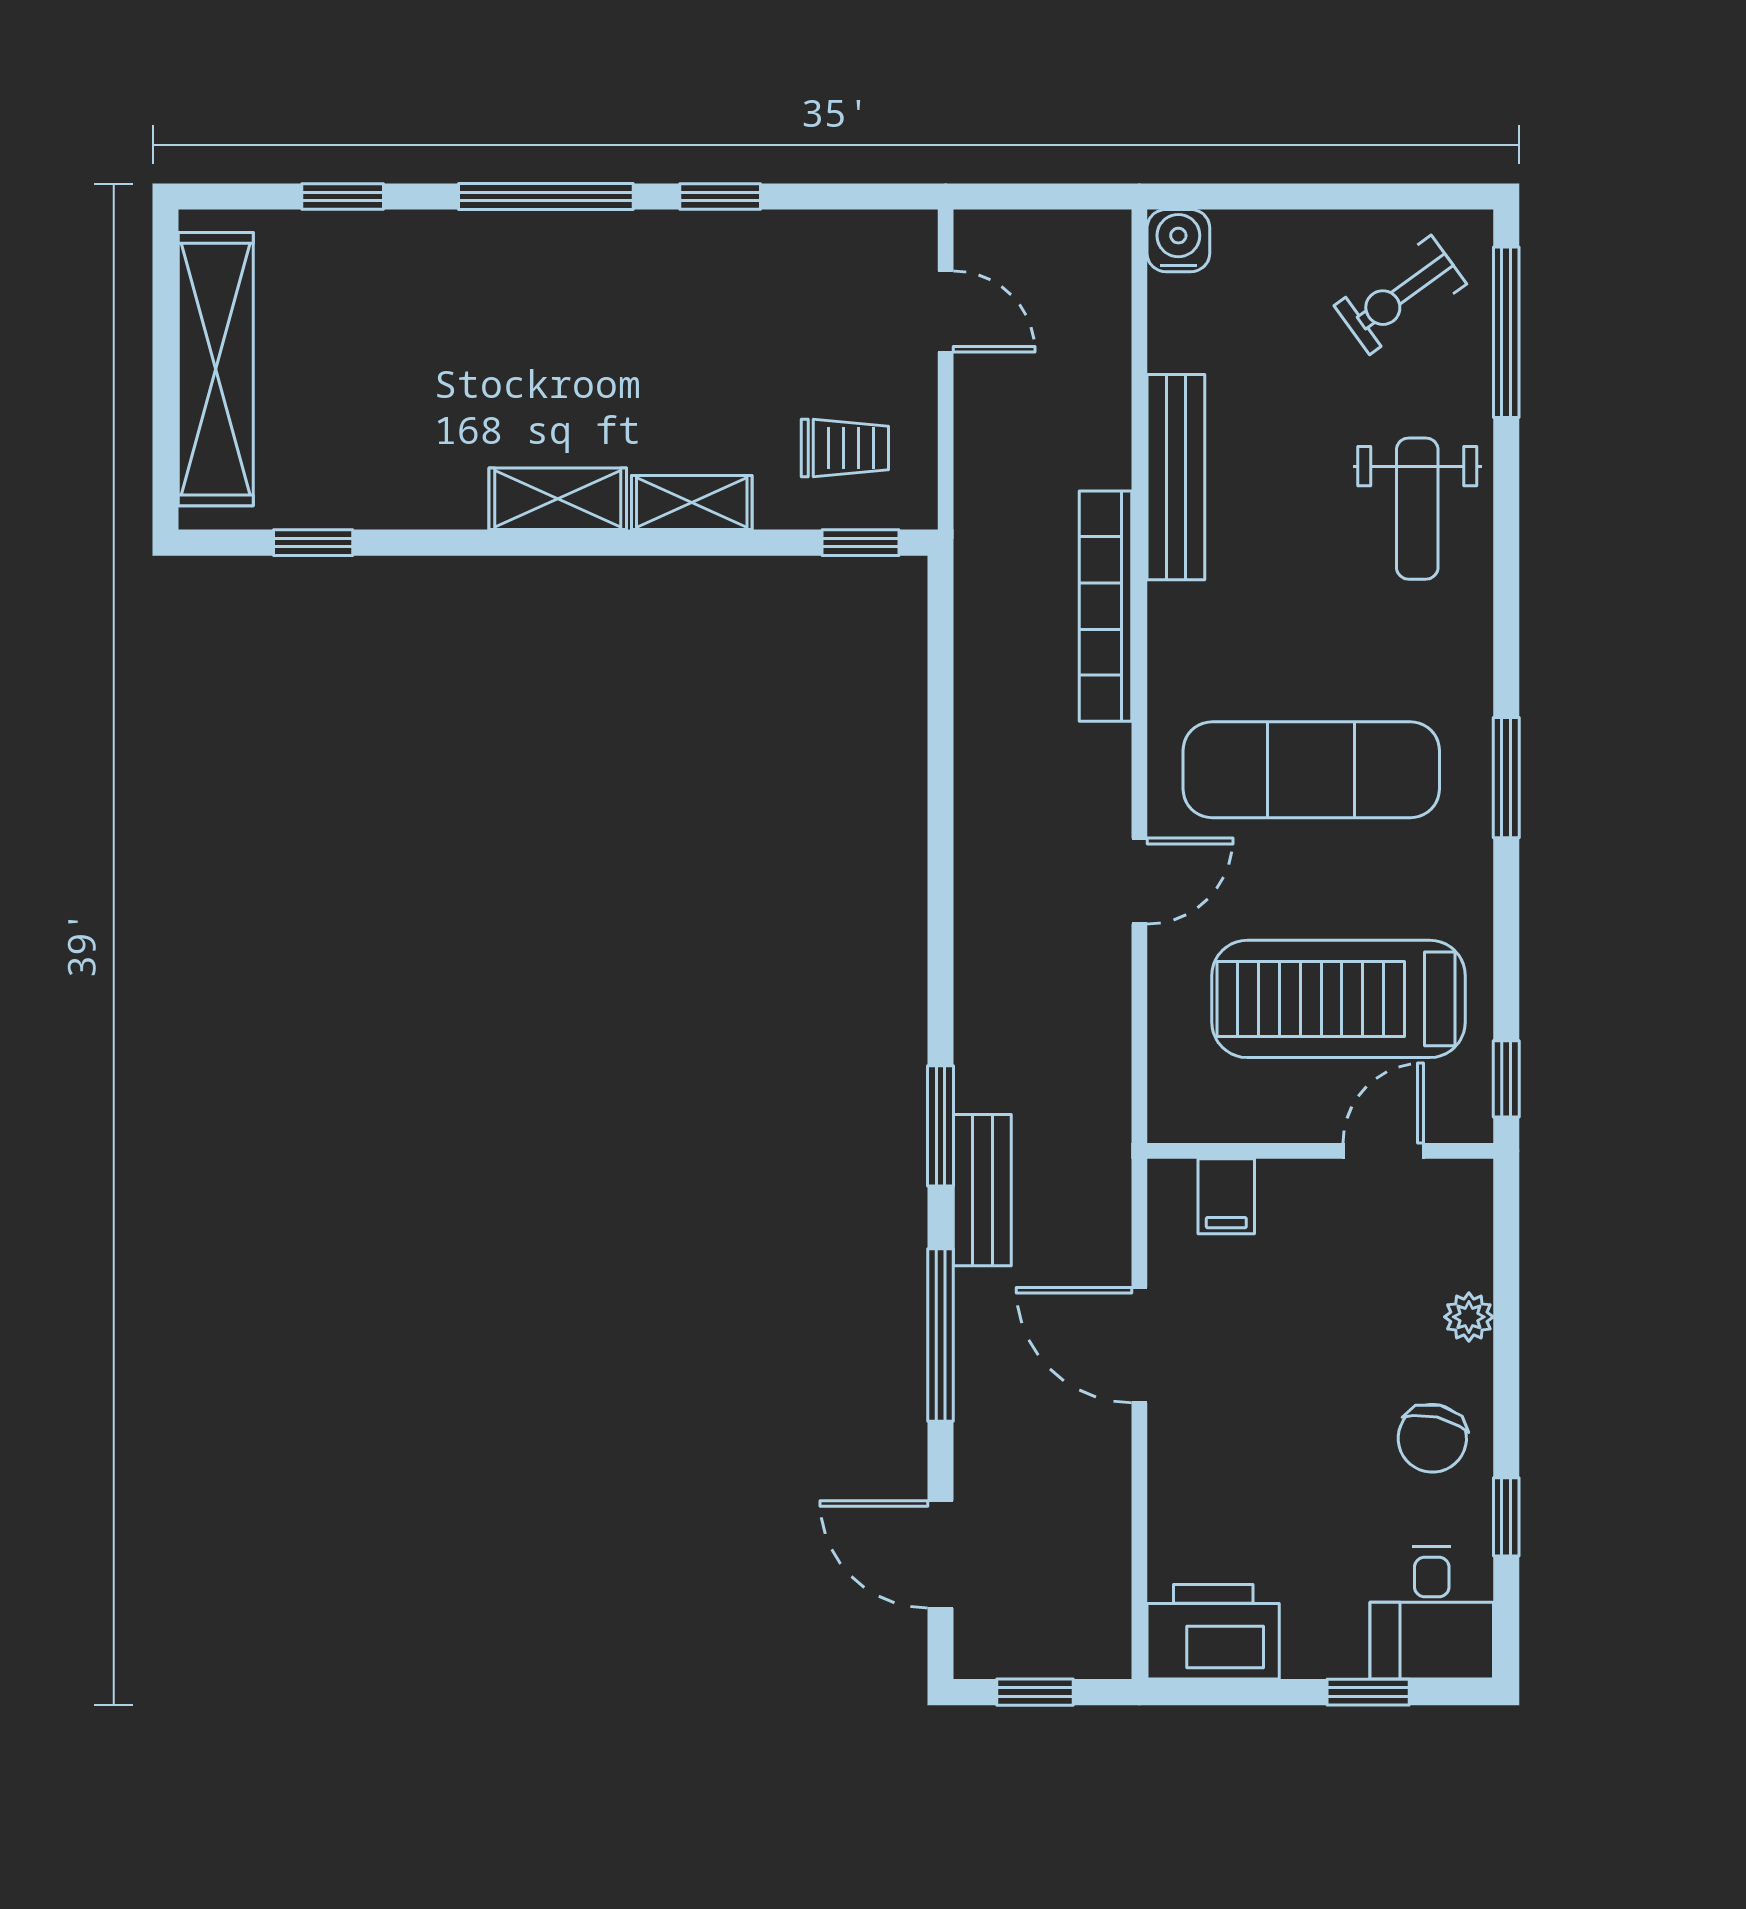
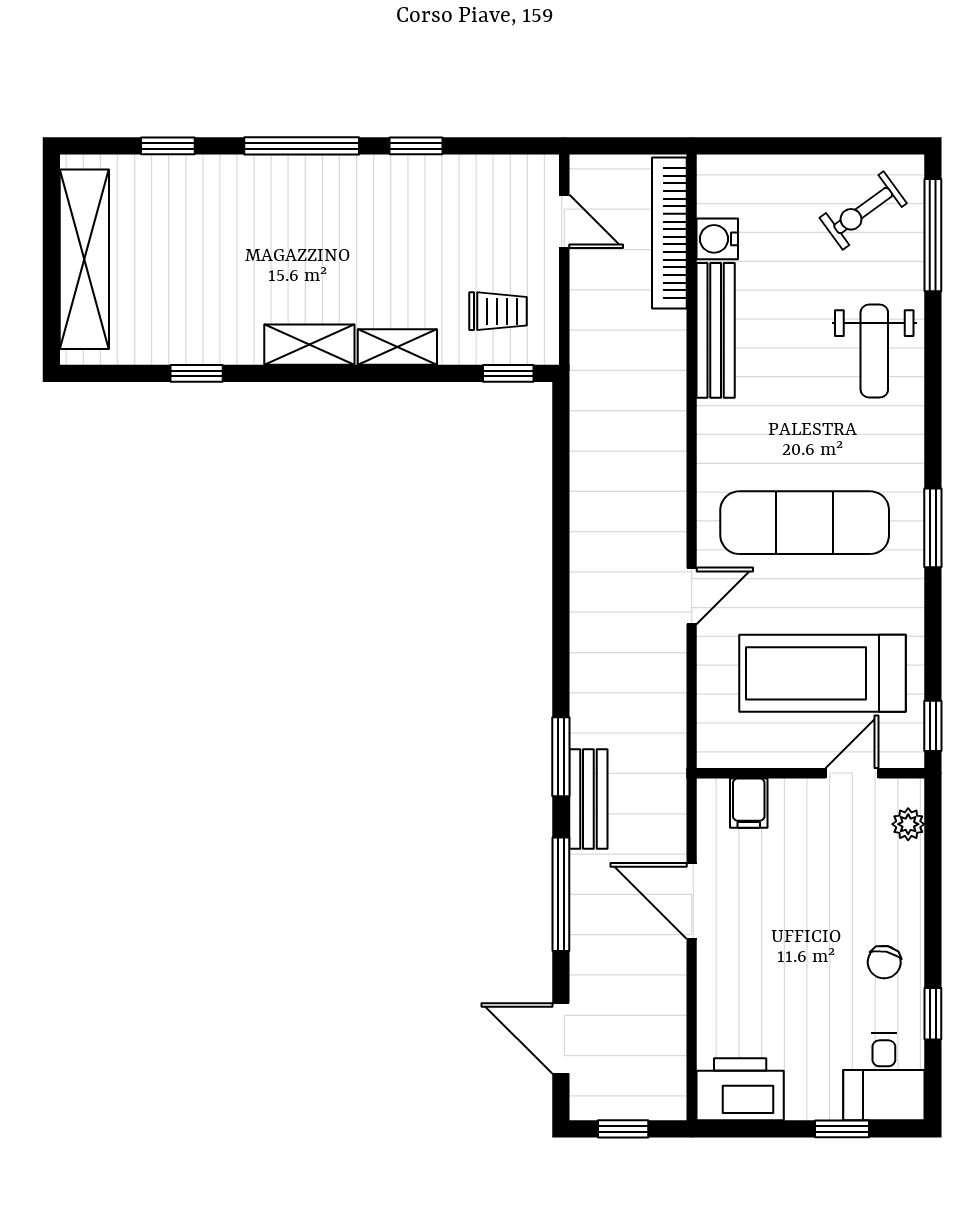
water cooler: (1178, 241) -> (717, 239), moved, turned -90
window: (313, 543) -> (197, 373), moved
bookcase: (1105, 606) -> (669, 233), moved
plant: (1469, 1317) -> (908, 824), moved
chair: (1432, 1438) -> (884, 962), width x0.73, depth x0.73

